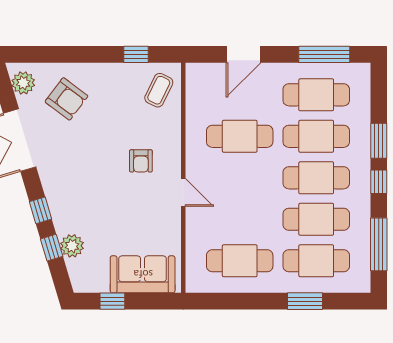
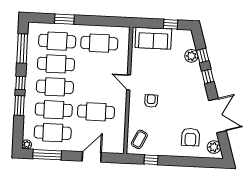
plant: (362, 71) -> (27, 144), added
armchair: (66, 99) -> (191, 137), turned -127

